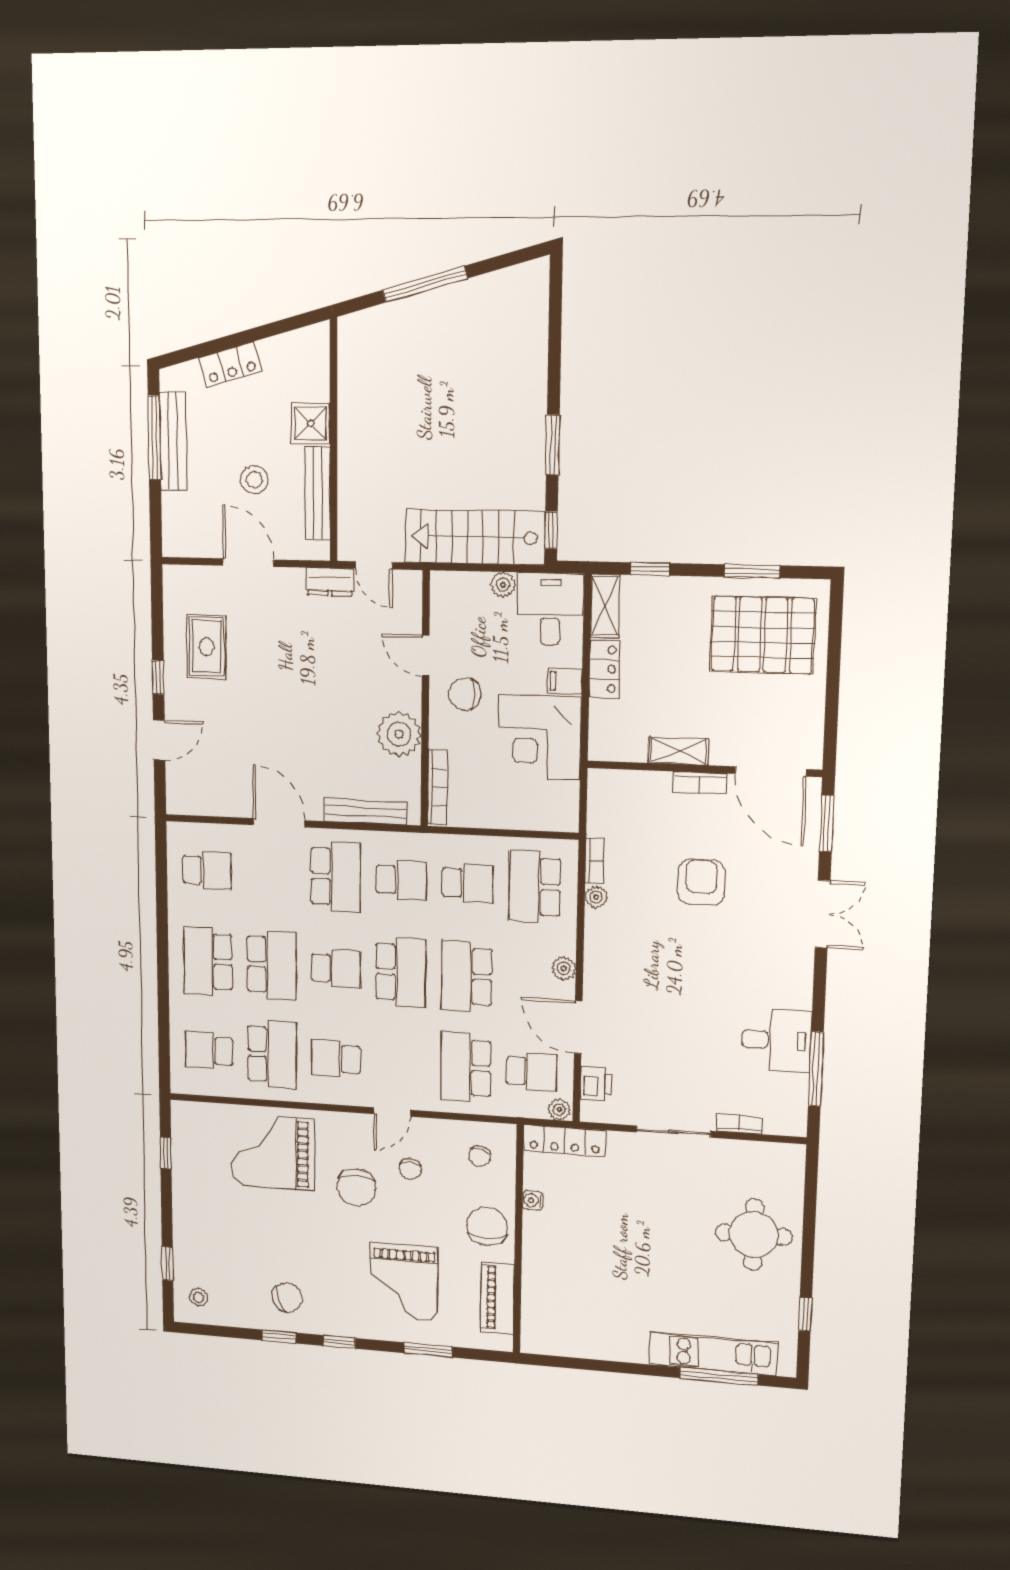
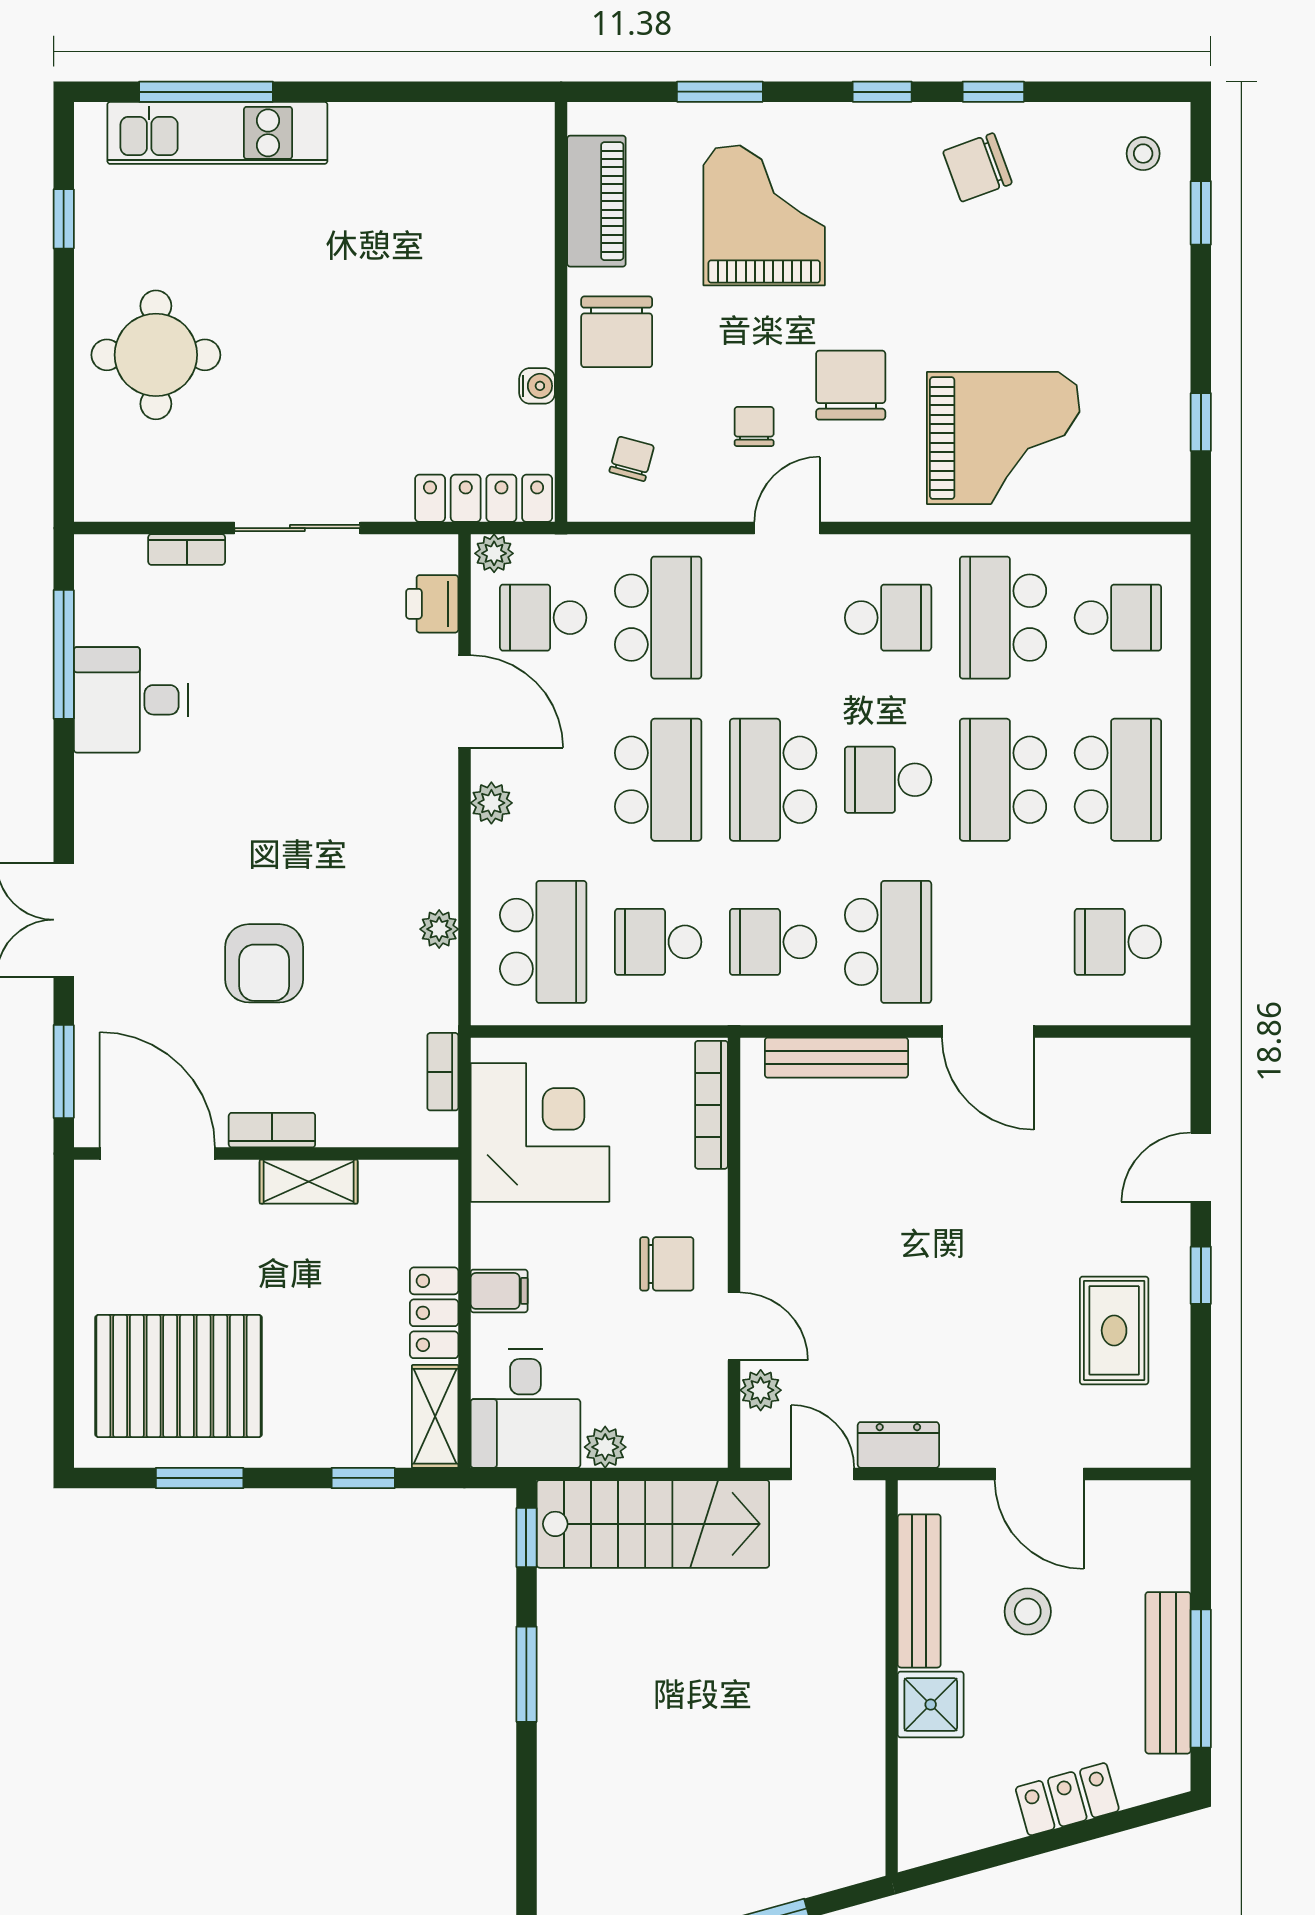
plant: (399, 734) -> (761, 1390), moved, width x0.53, depth x0.53
corner desk: (539, 737) -> (540, 1132), moved
bookcase: (595, 861) -> (443, 1072), moved
school desk: (336, 877) -> (888, 942), turned 180

